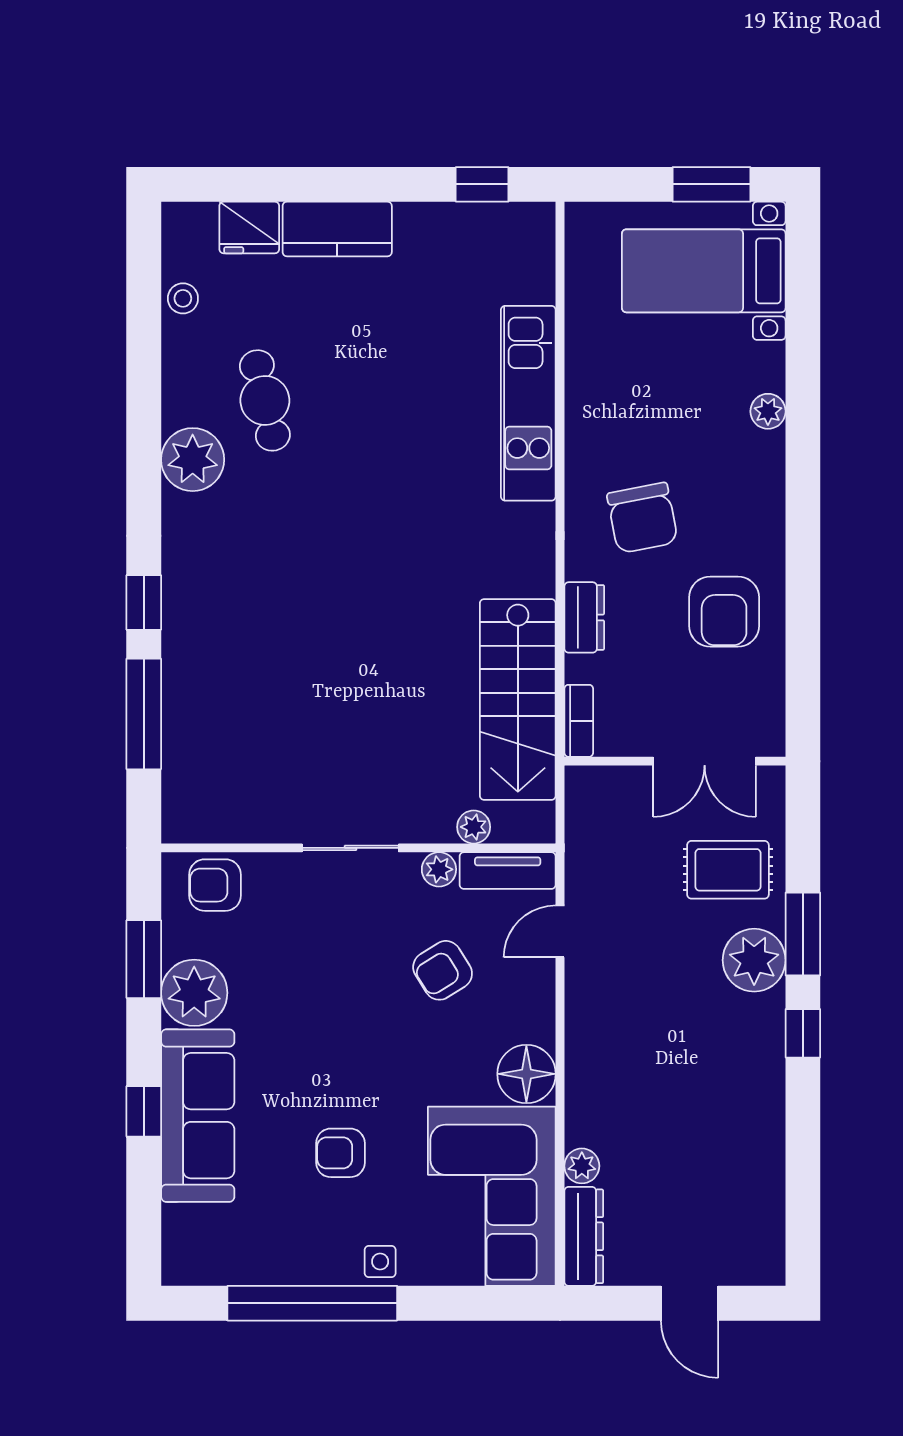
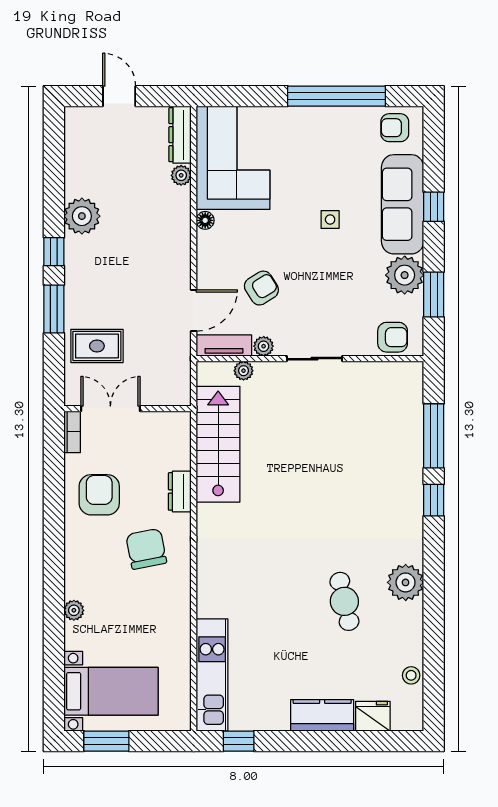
cafe table: (265, 400) -> (344, 601), moved
kitchen unit: (528, 403) -> (212, 675), moved
bookcase: (579, 721) -> (72, 432), moved, turned 180
door: (560, 931) -> (194, 310), width x1.38
plant: (754, 960) -> (82, 216), moved
floor lamp: (526, 1074) -> (205, 220), width x0.53, depth x0.53
armchair: (340, 1153) -> (395, 128), moved, turned 180
side table: (380, 1262) -> (330, 220), moved

